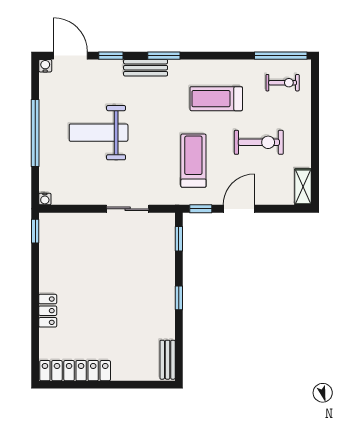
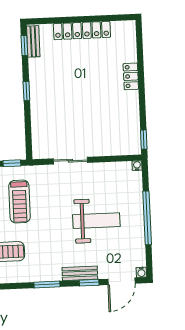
door: (71, 56) -> (121, 281), hinge flipped
bench: (146, 68) -> (80, 273), moved
window: (179, 239) -> (24, 45), moved
locker: (75, 371) -> (82, 30), moved

